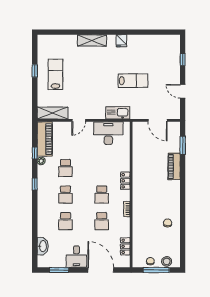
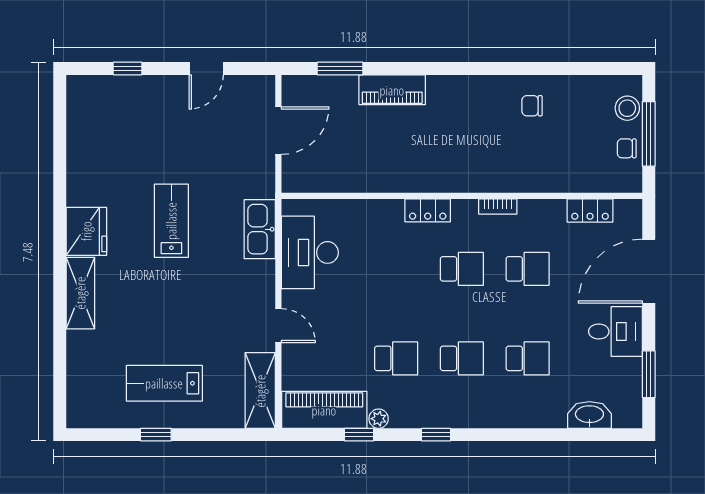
fridge: (121, 41) -> (86, 231), width x1.88, depth x1.34
lab bench: (133, 81) -> (171, 221), moved

